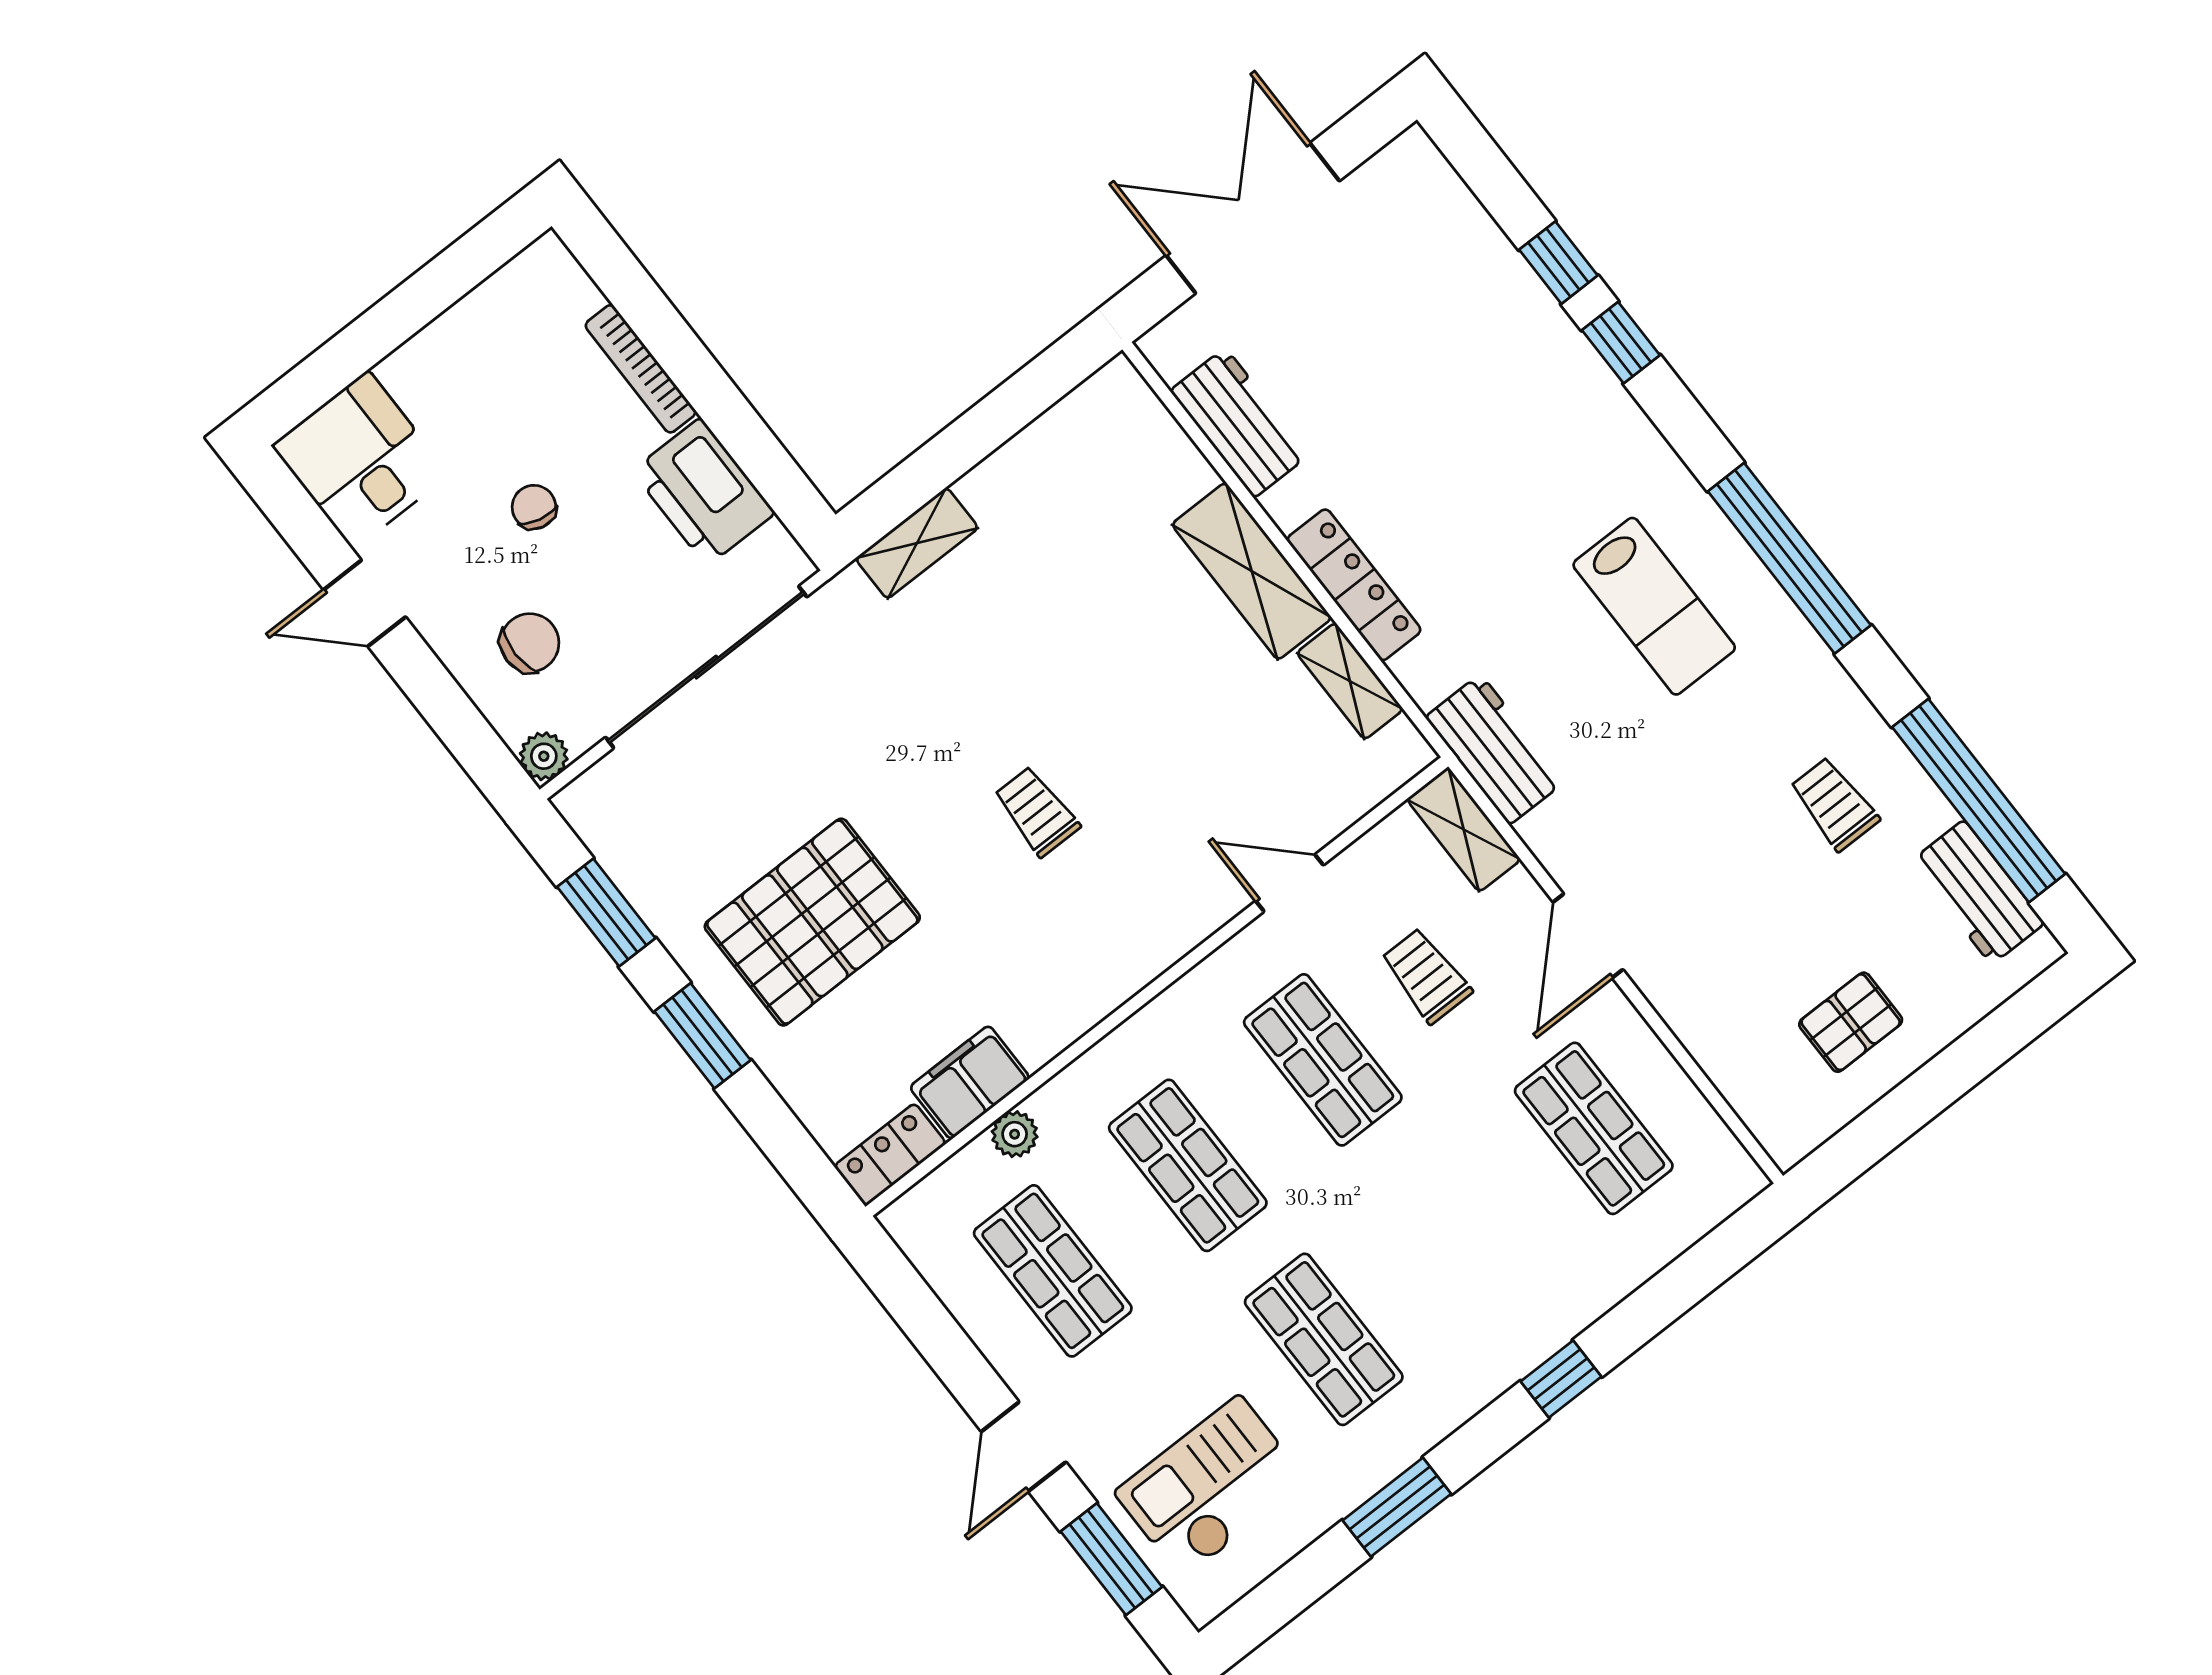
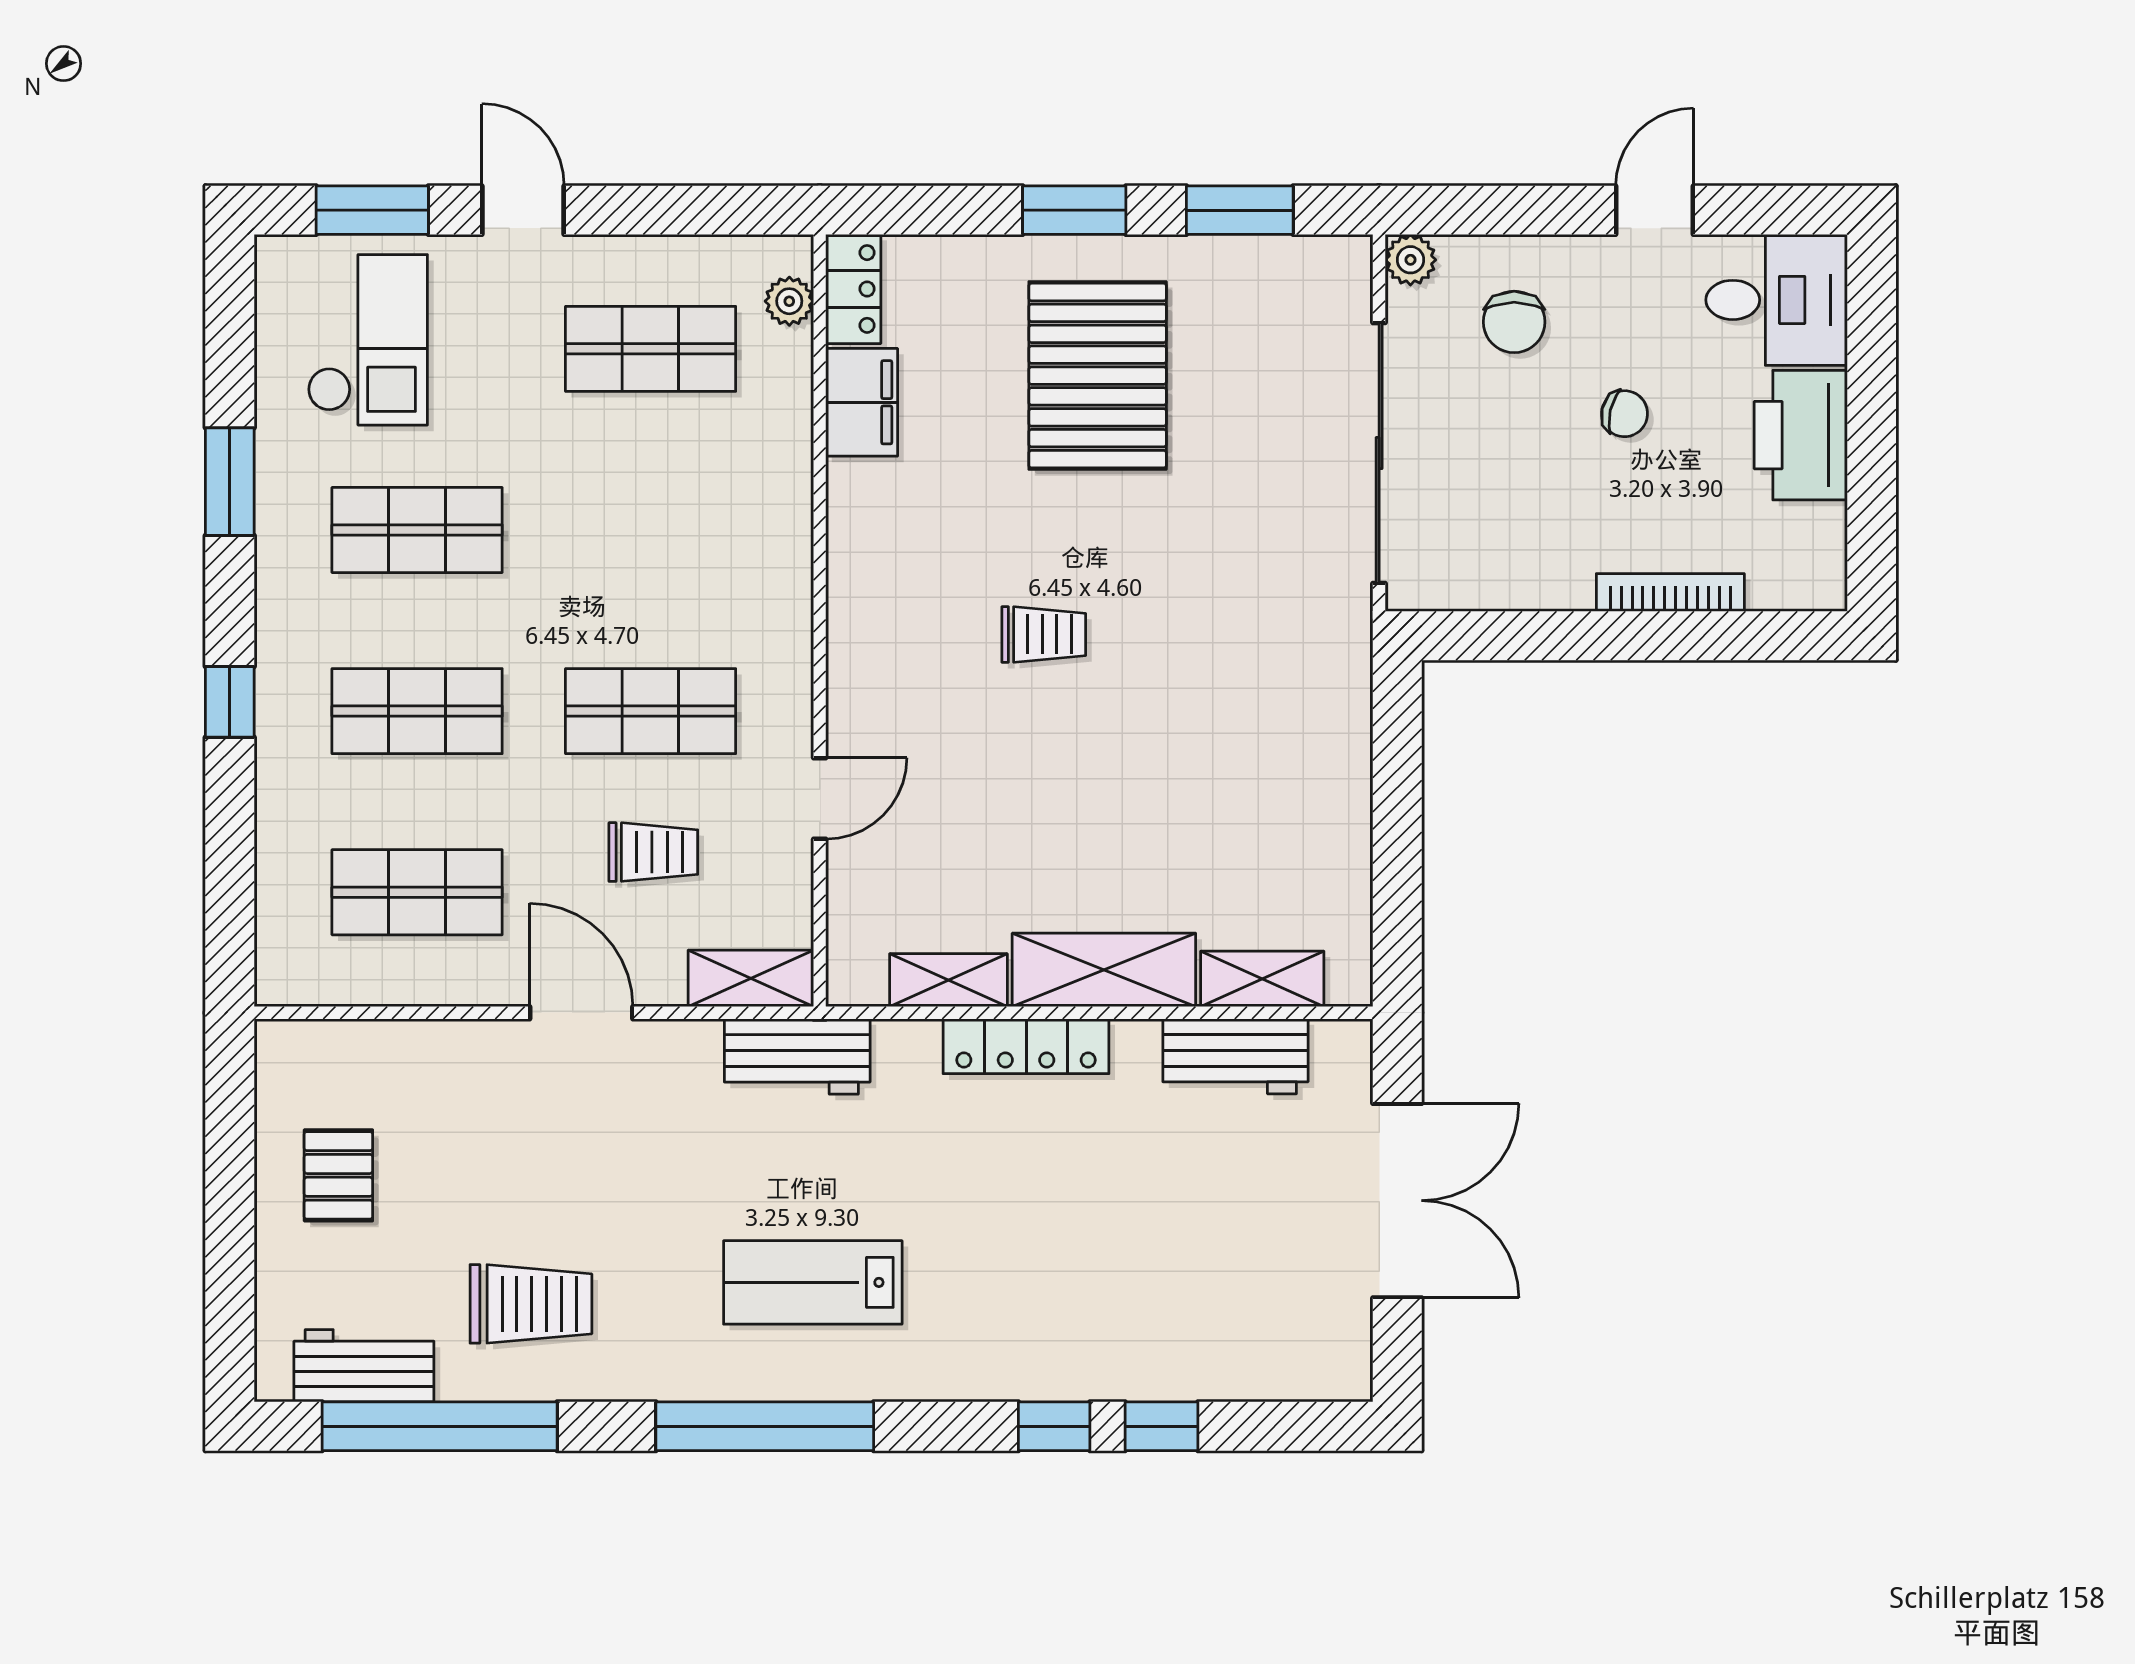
printer: (704, 492) -> (1801, 435), moved, turned -90
shelving: (917, 543) -> (1262, 979), moved, turned 90
trolley: (1834, 804) -> (531, 1304), width x1.36, depth x1.39
plant: (1015, 1134) -> (789, 301), moved
shop shelf: (1188, 1165) -> (417, 711), moved

